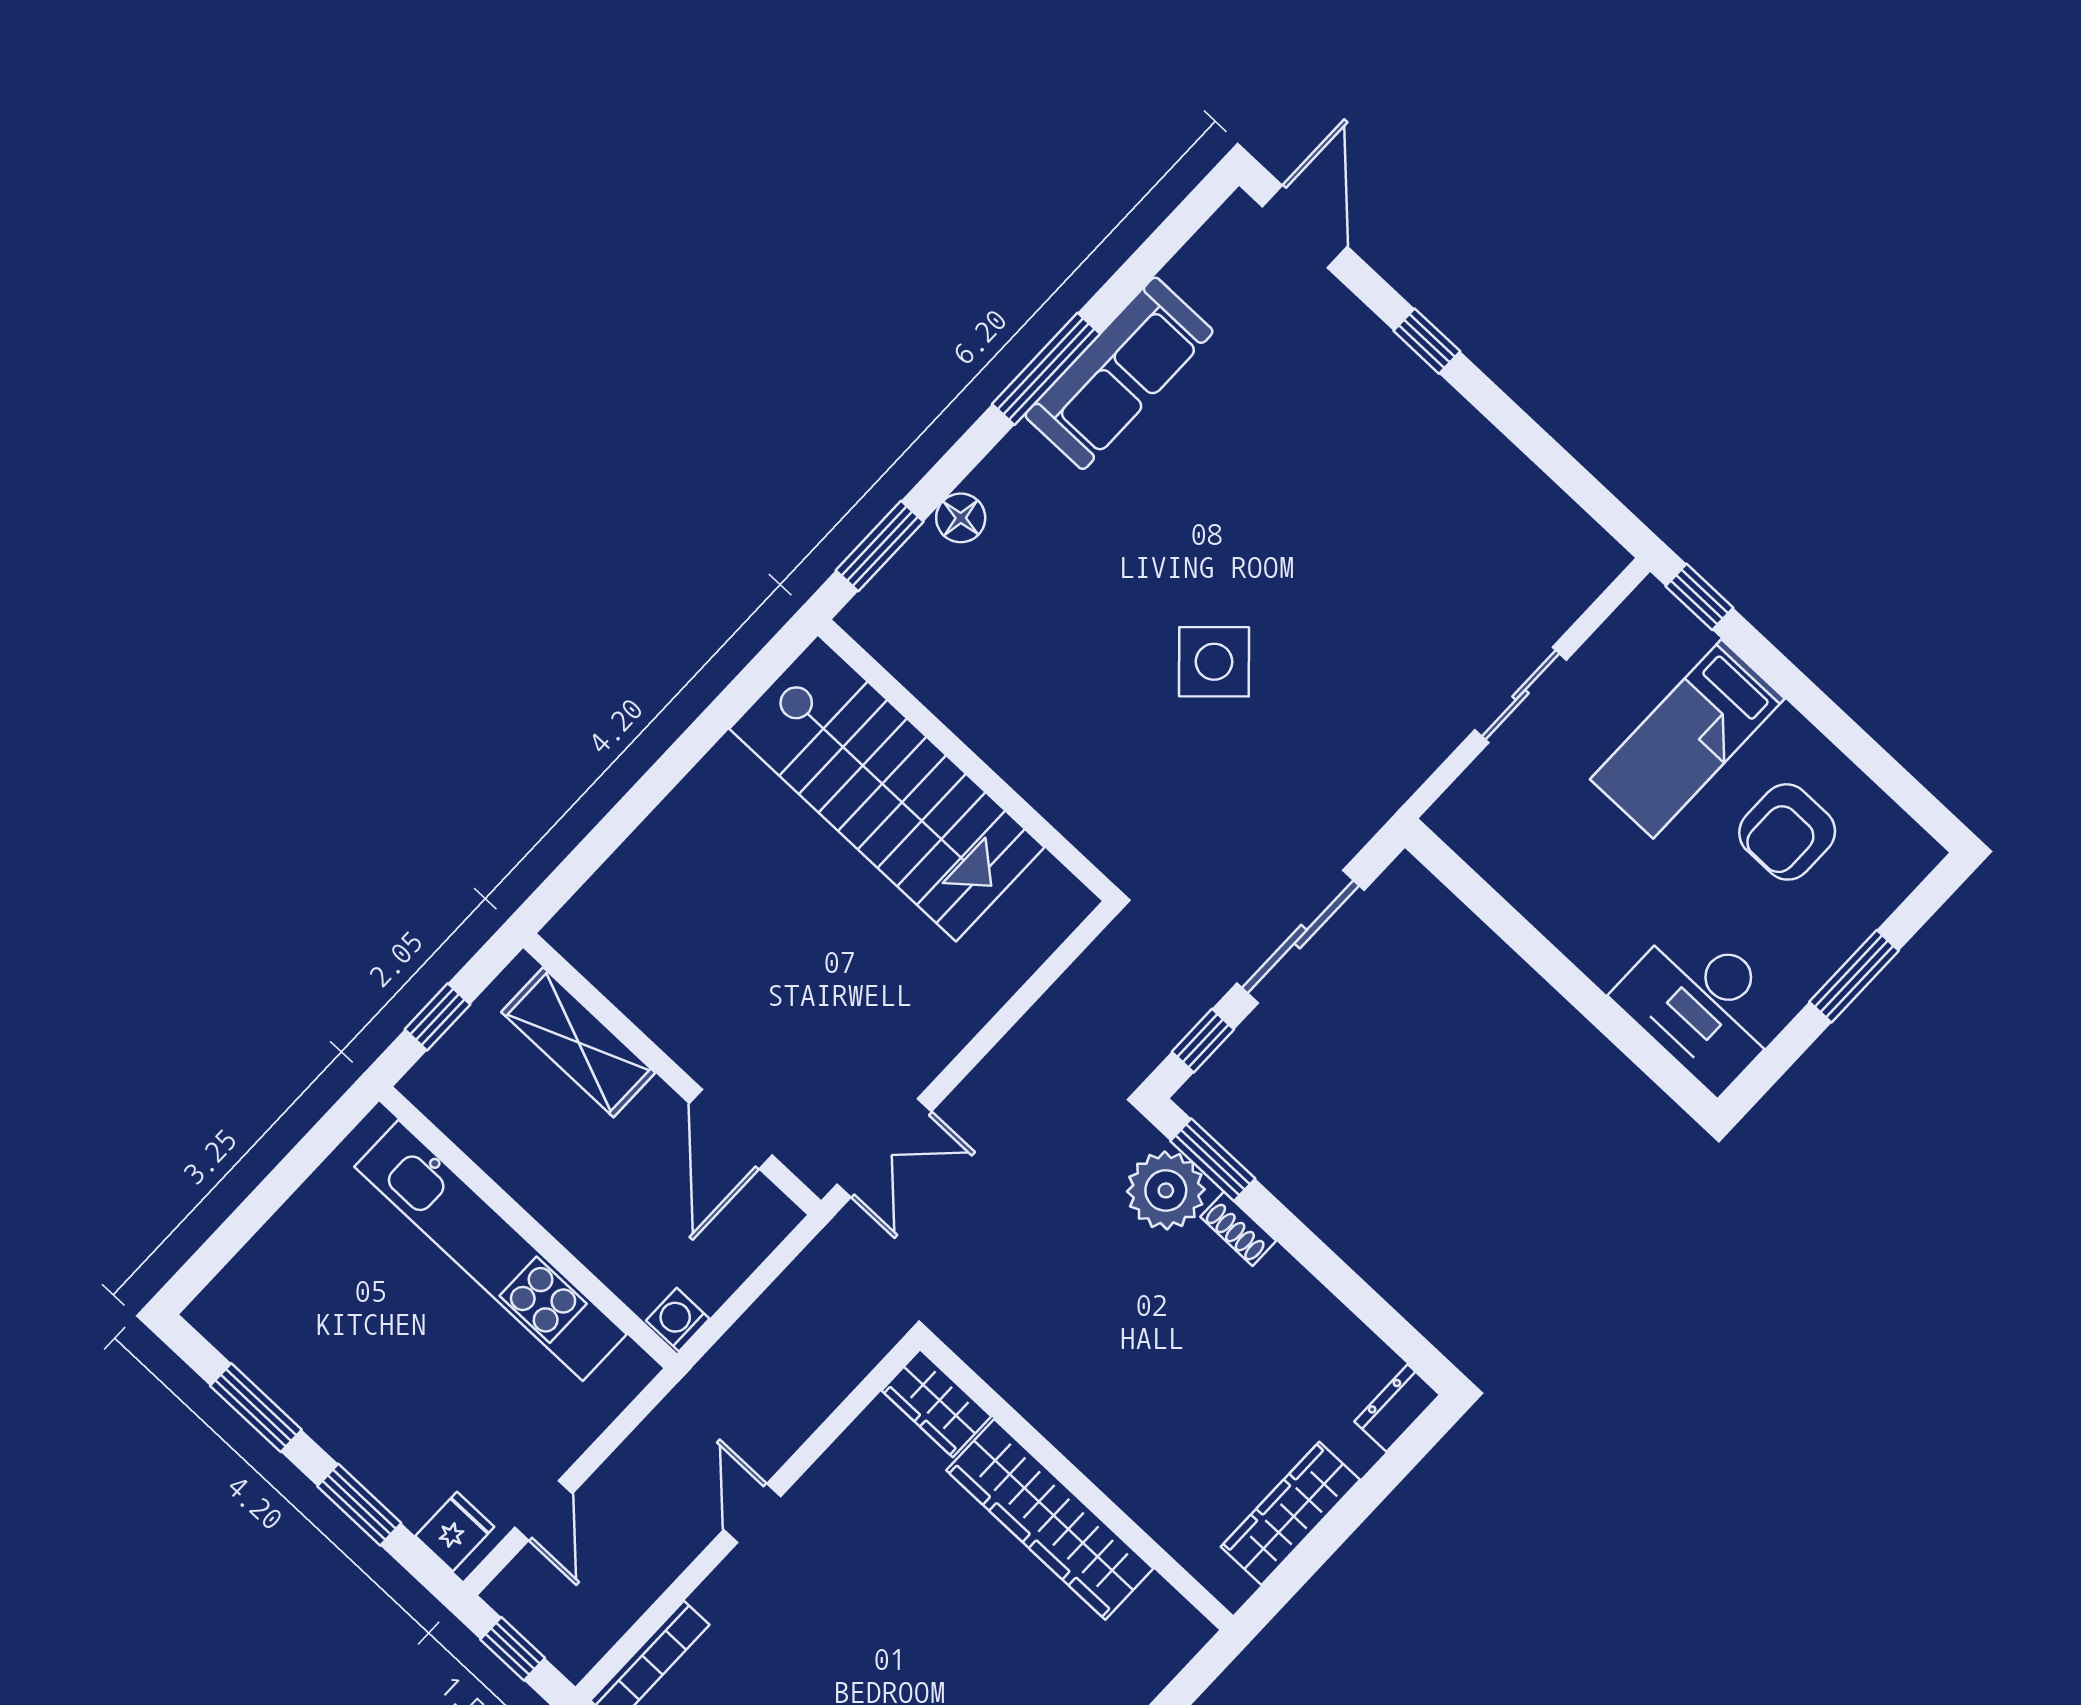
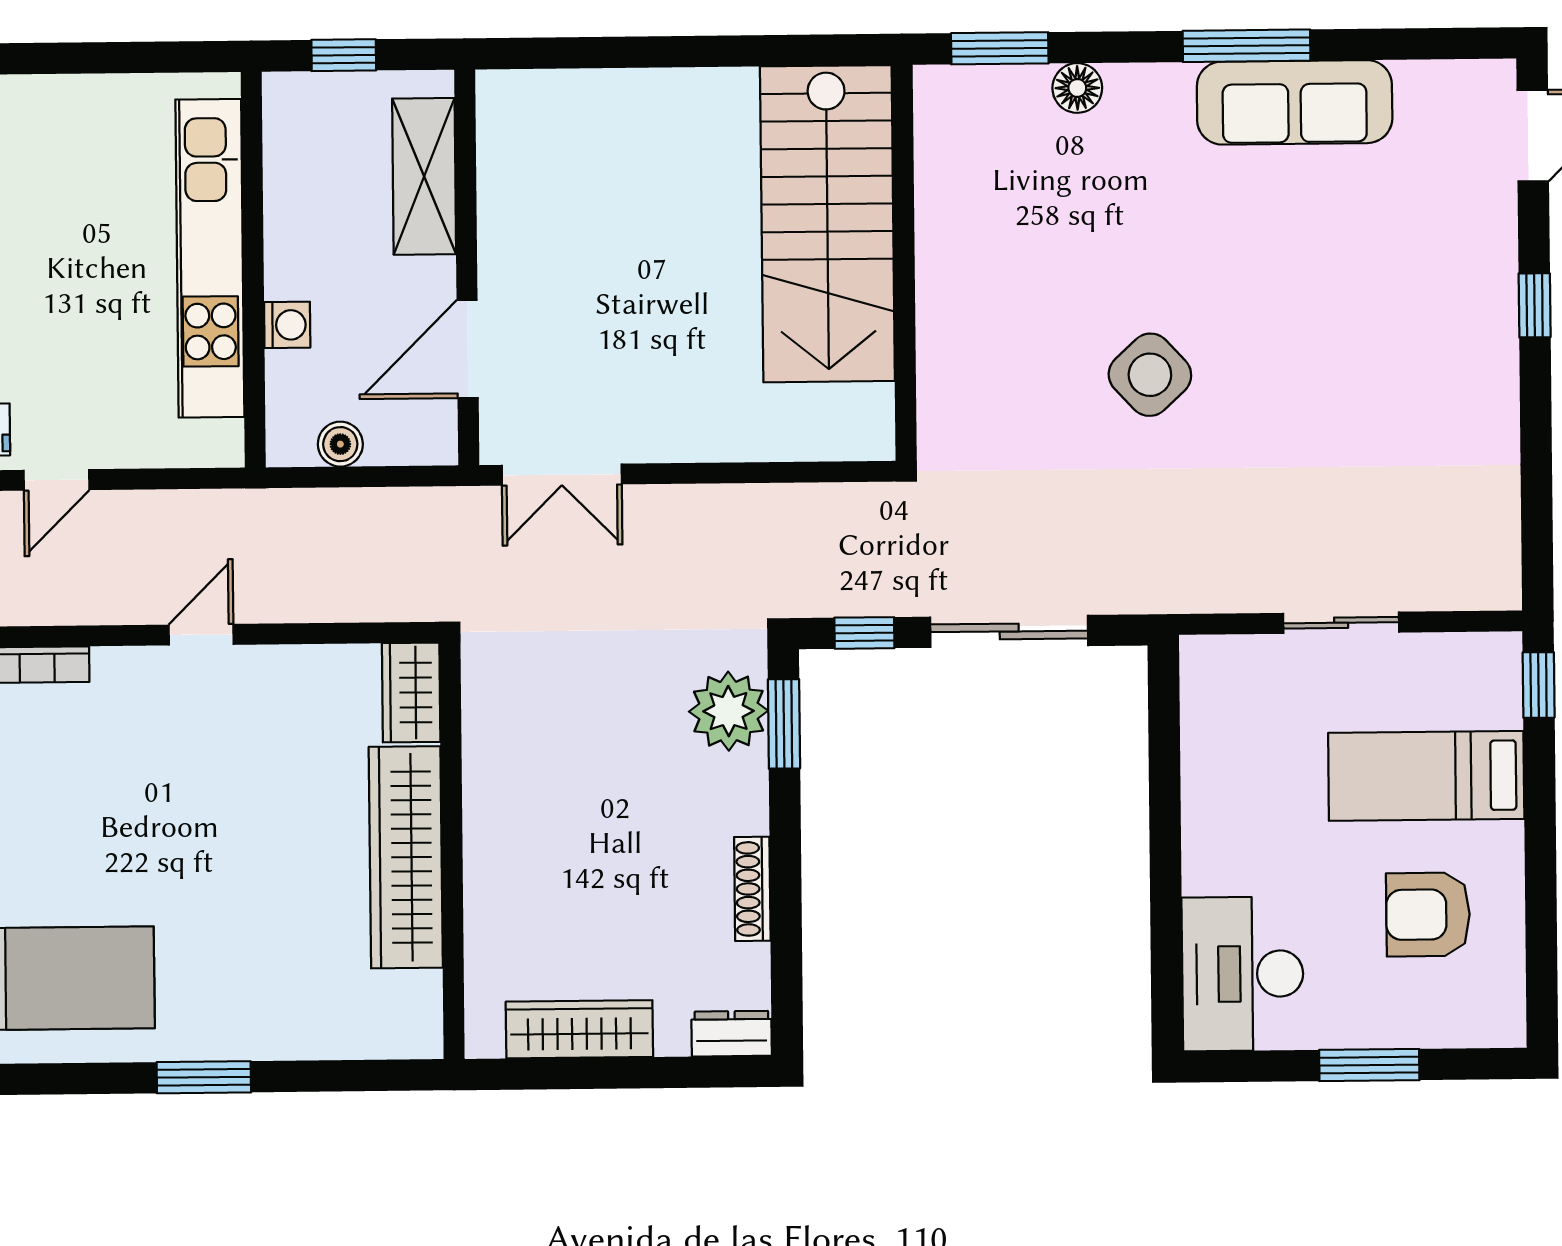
shoe rack: (1238, 1229) -> (752, 889), moved, width x1.43
boiler: (712, 1284) -> (340, 444), added
washing machine: (678, 1320) -> (287, 325), moved, turned 90

